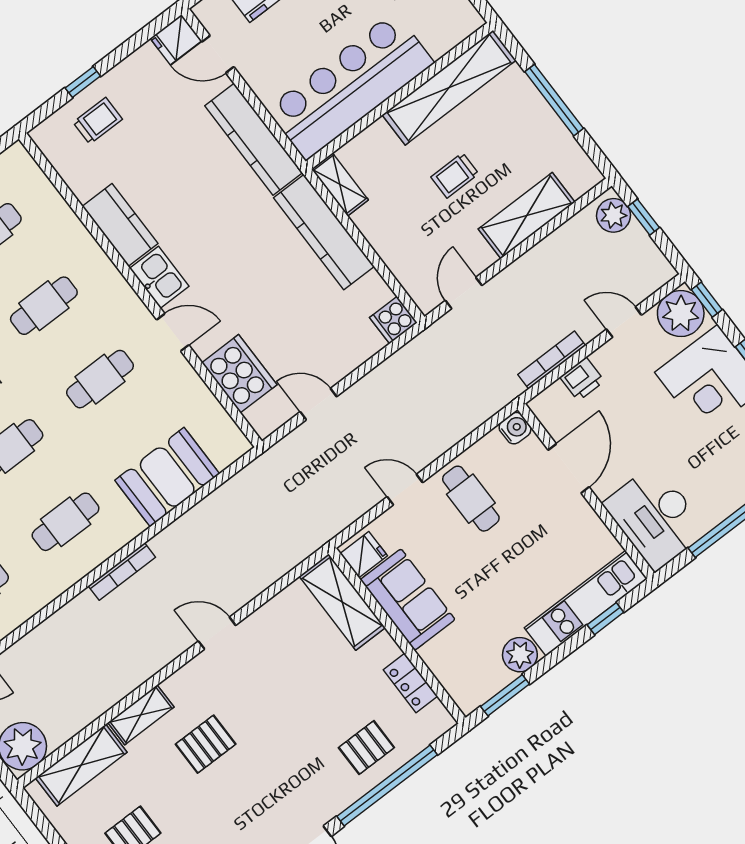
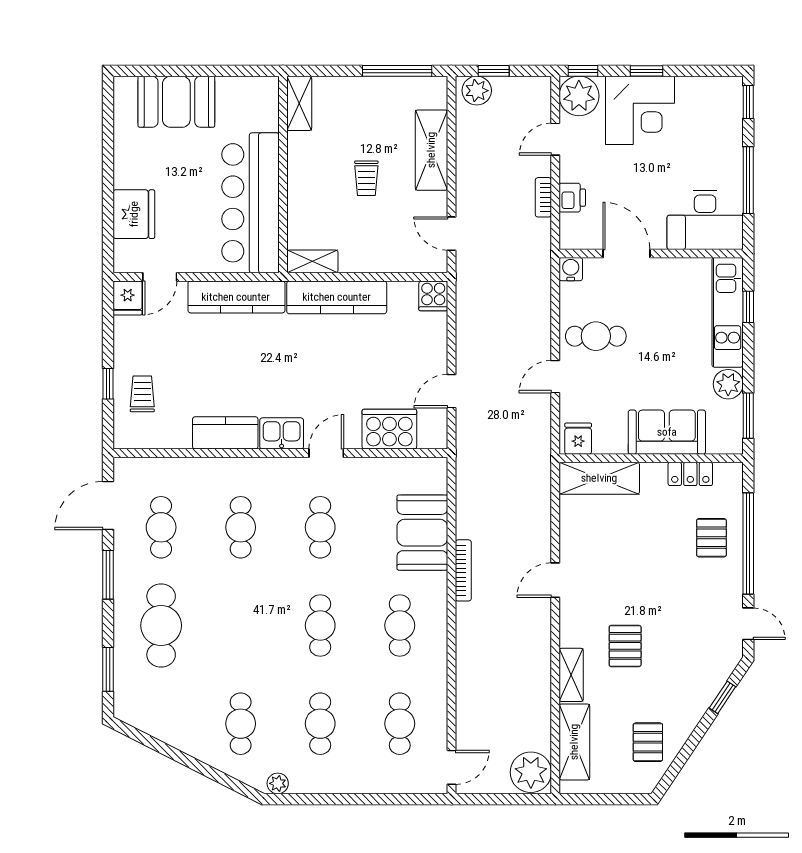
shelving: (449, 88) -> (299, 103), width x0.45, depth x0.75
window: (554, 100) -> (397, 71), moved
bookcase: (552, 360) -> (543, 197), width x0.64
bookcase: (122, 572) -> (463, 570), moved
sofa: (408, 600) -> (667, 432), moved

